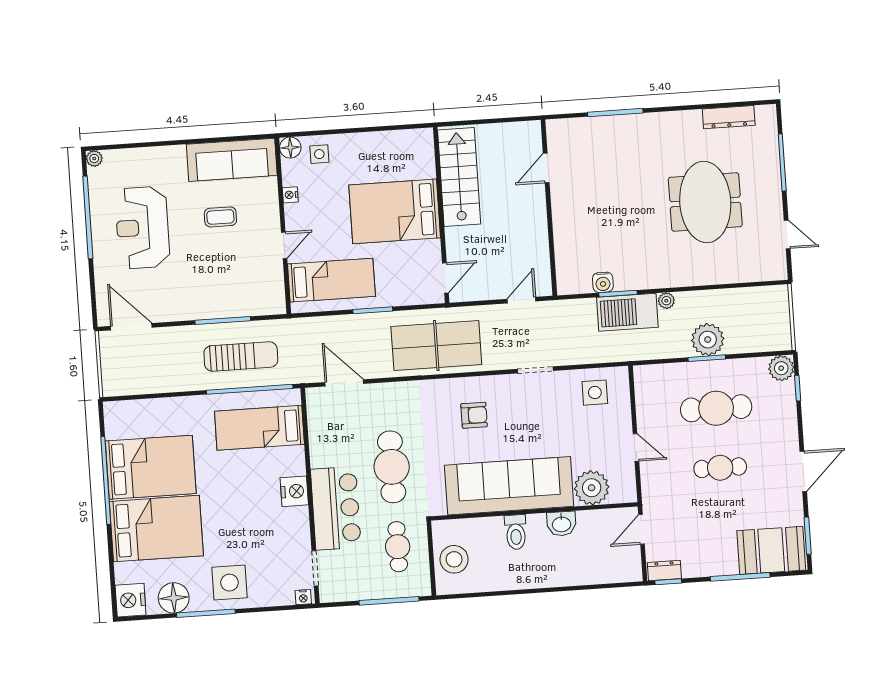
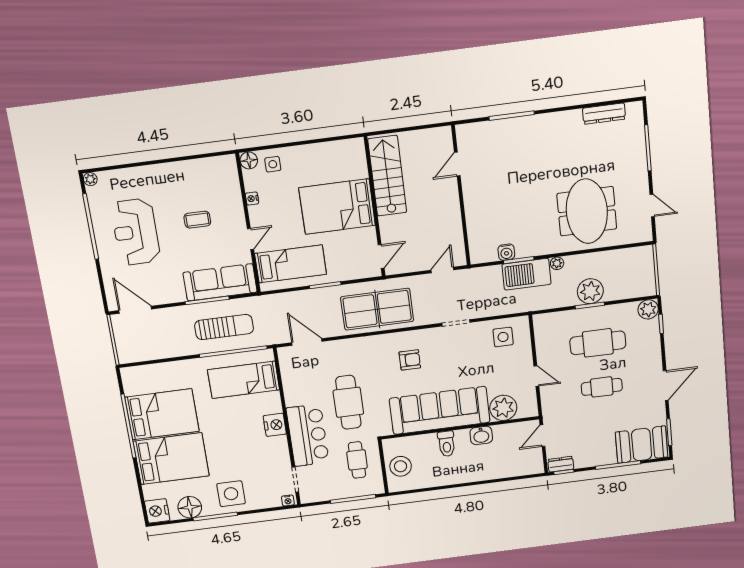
sofa: (232, 160) -> (220, 282), moved, turned 180
meeting table: (705, 202) -> (587, 211), moved

